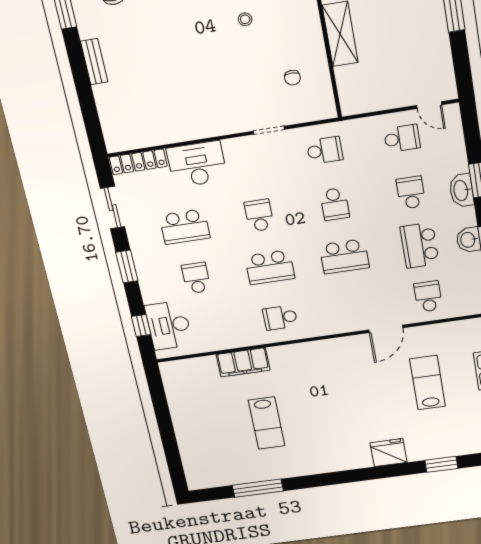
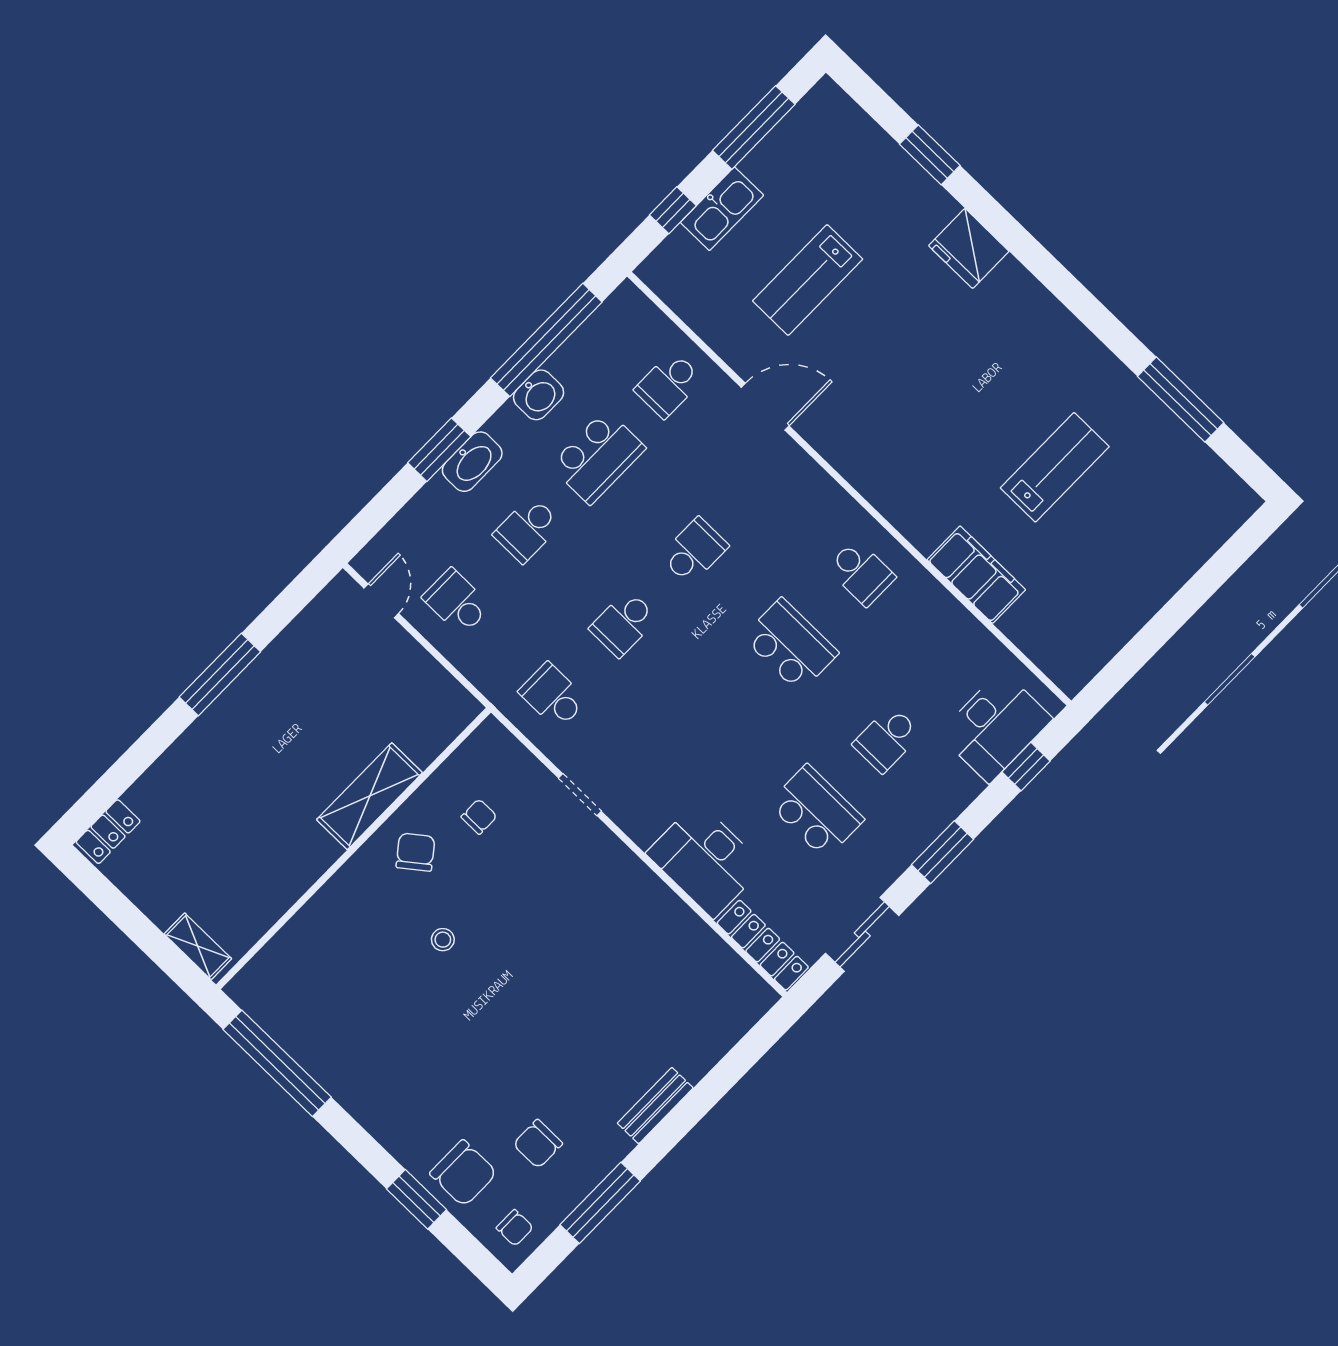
chair: (297, 36) -> (415, 852), added
school desk: (335, 204) -> (624, 623), turned 180
school desk: (259, 215) -> (720, 717), removed
school desk: (344, 256) -> (694, 551), width x0.54

